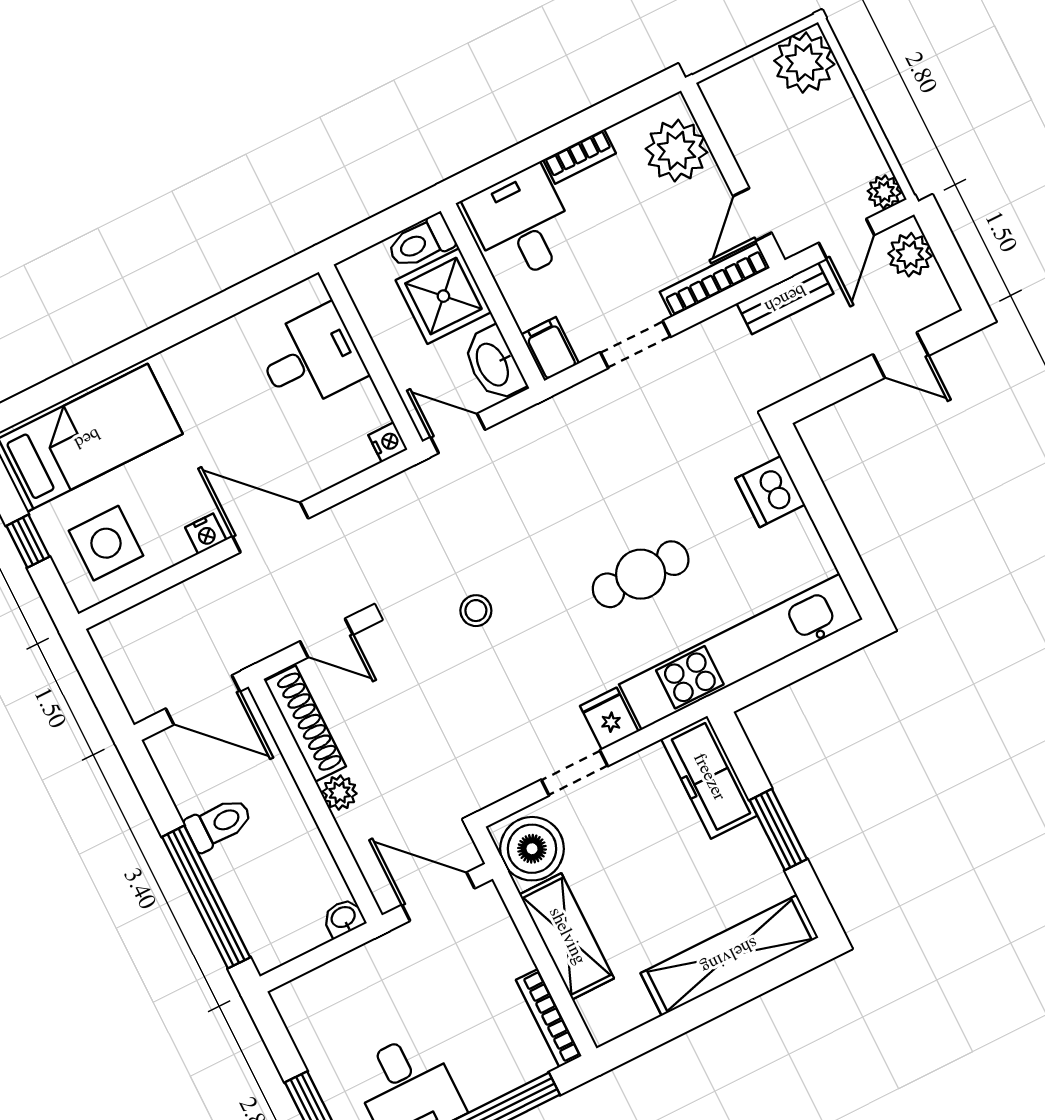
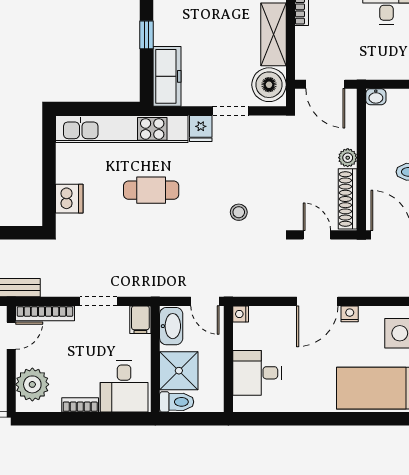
door: (270, 527) -> (317, 301), hinge flipped
window: (778, 830) -> (146, 35), width x0.67

